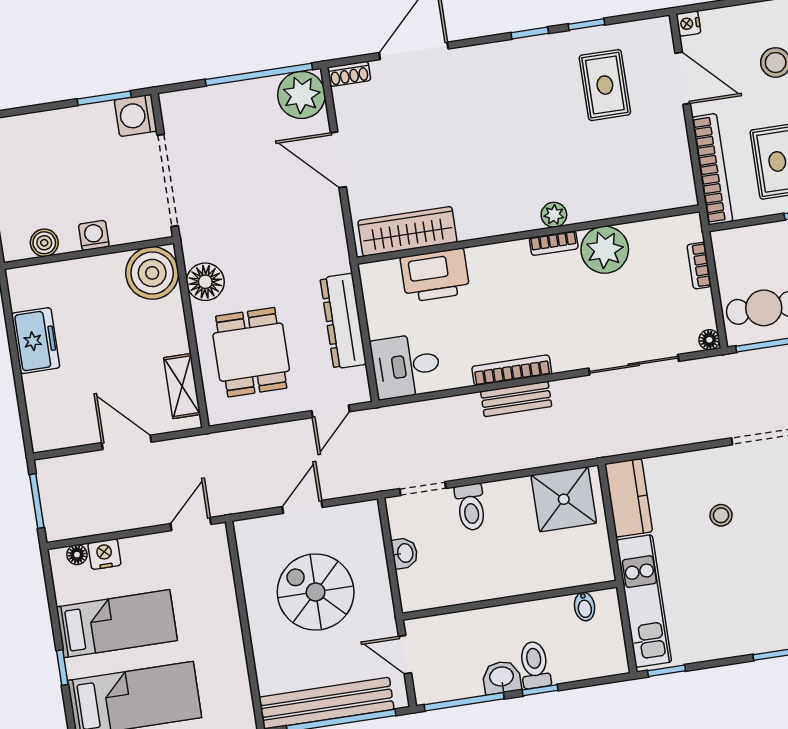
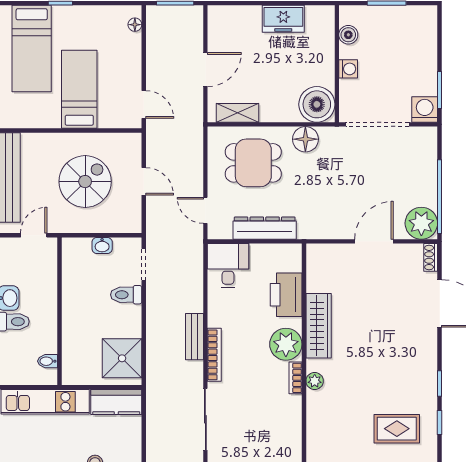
wardrobe: (407, 231) -> (319, 326), moved
plant: (605, 250) -> (286, 344), moved
bookcase: (512, 370) -> (214, 355), moved
nightstand: (104, 554) -> (132, 43), removed
bed: (117, 624) -> (79, 89), moved, turned 180

